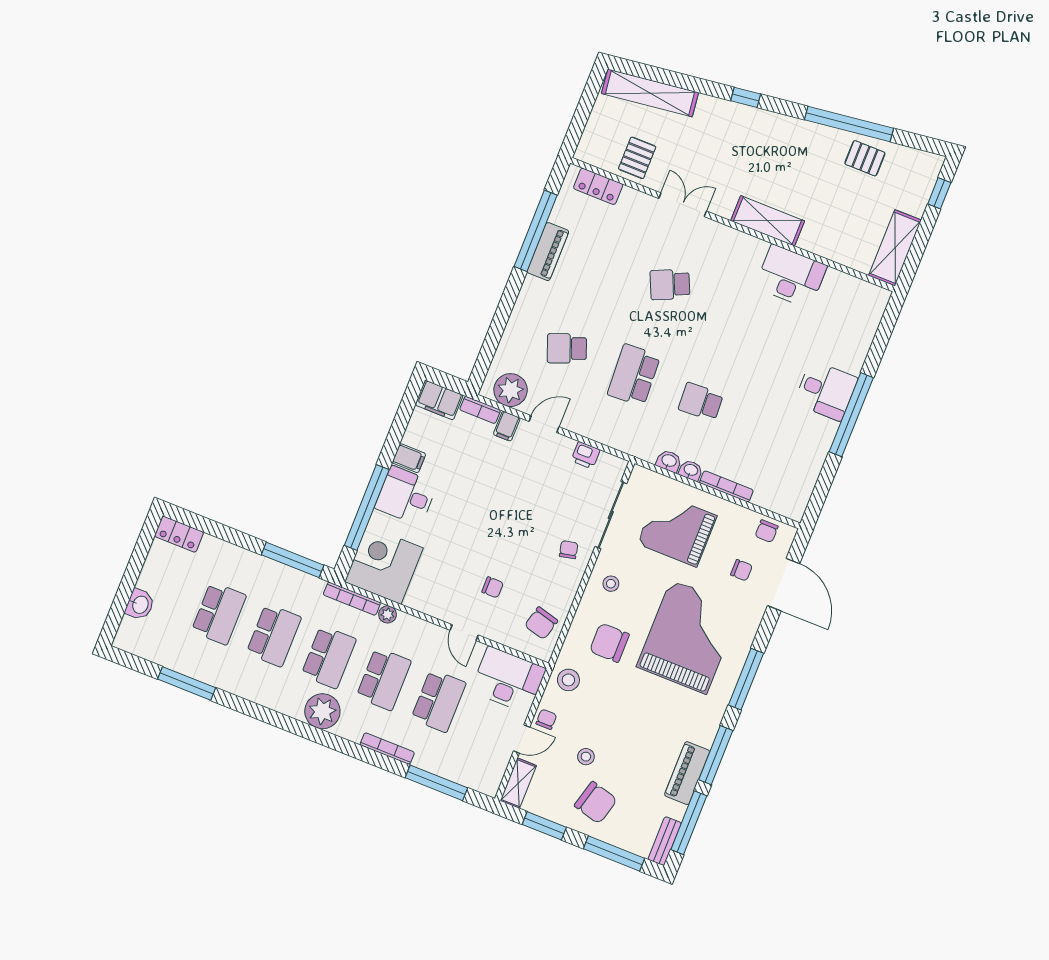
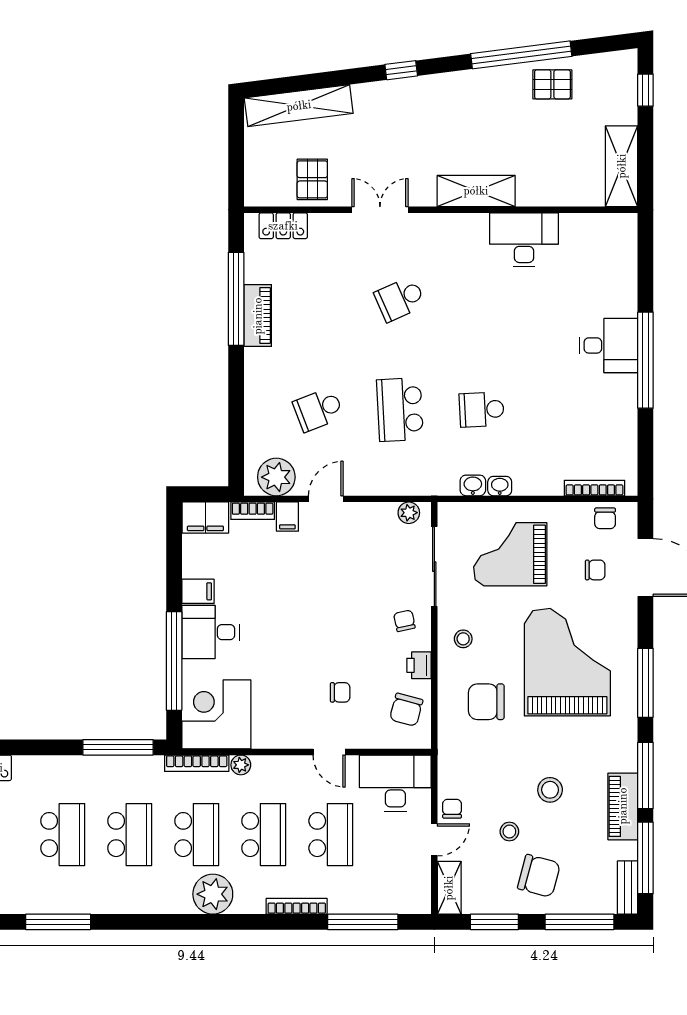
printer: (586, 455) -> (419, 665), moved, turned 90
plant: (607, 463) -> (409, 513), added
bookcase: (726, 486) -> (594, 488), moved
stool: (568, 680) -> (550, 790), moved

